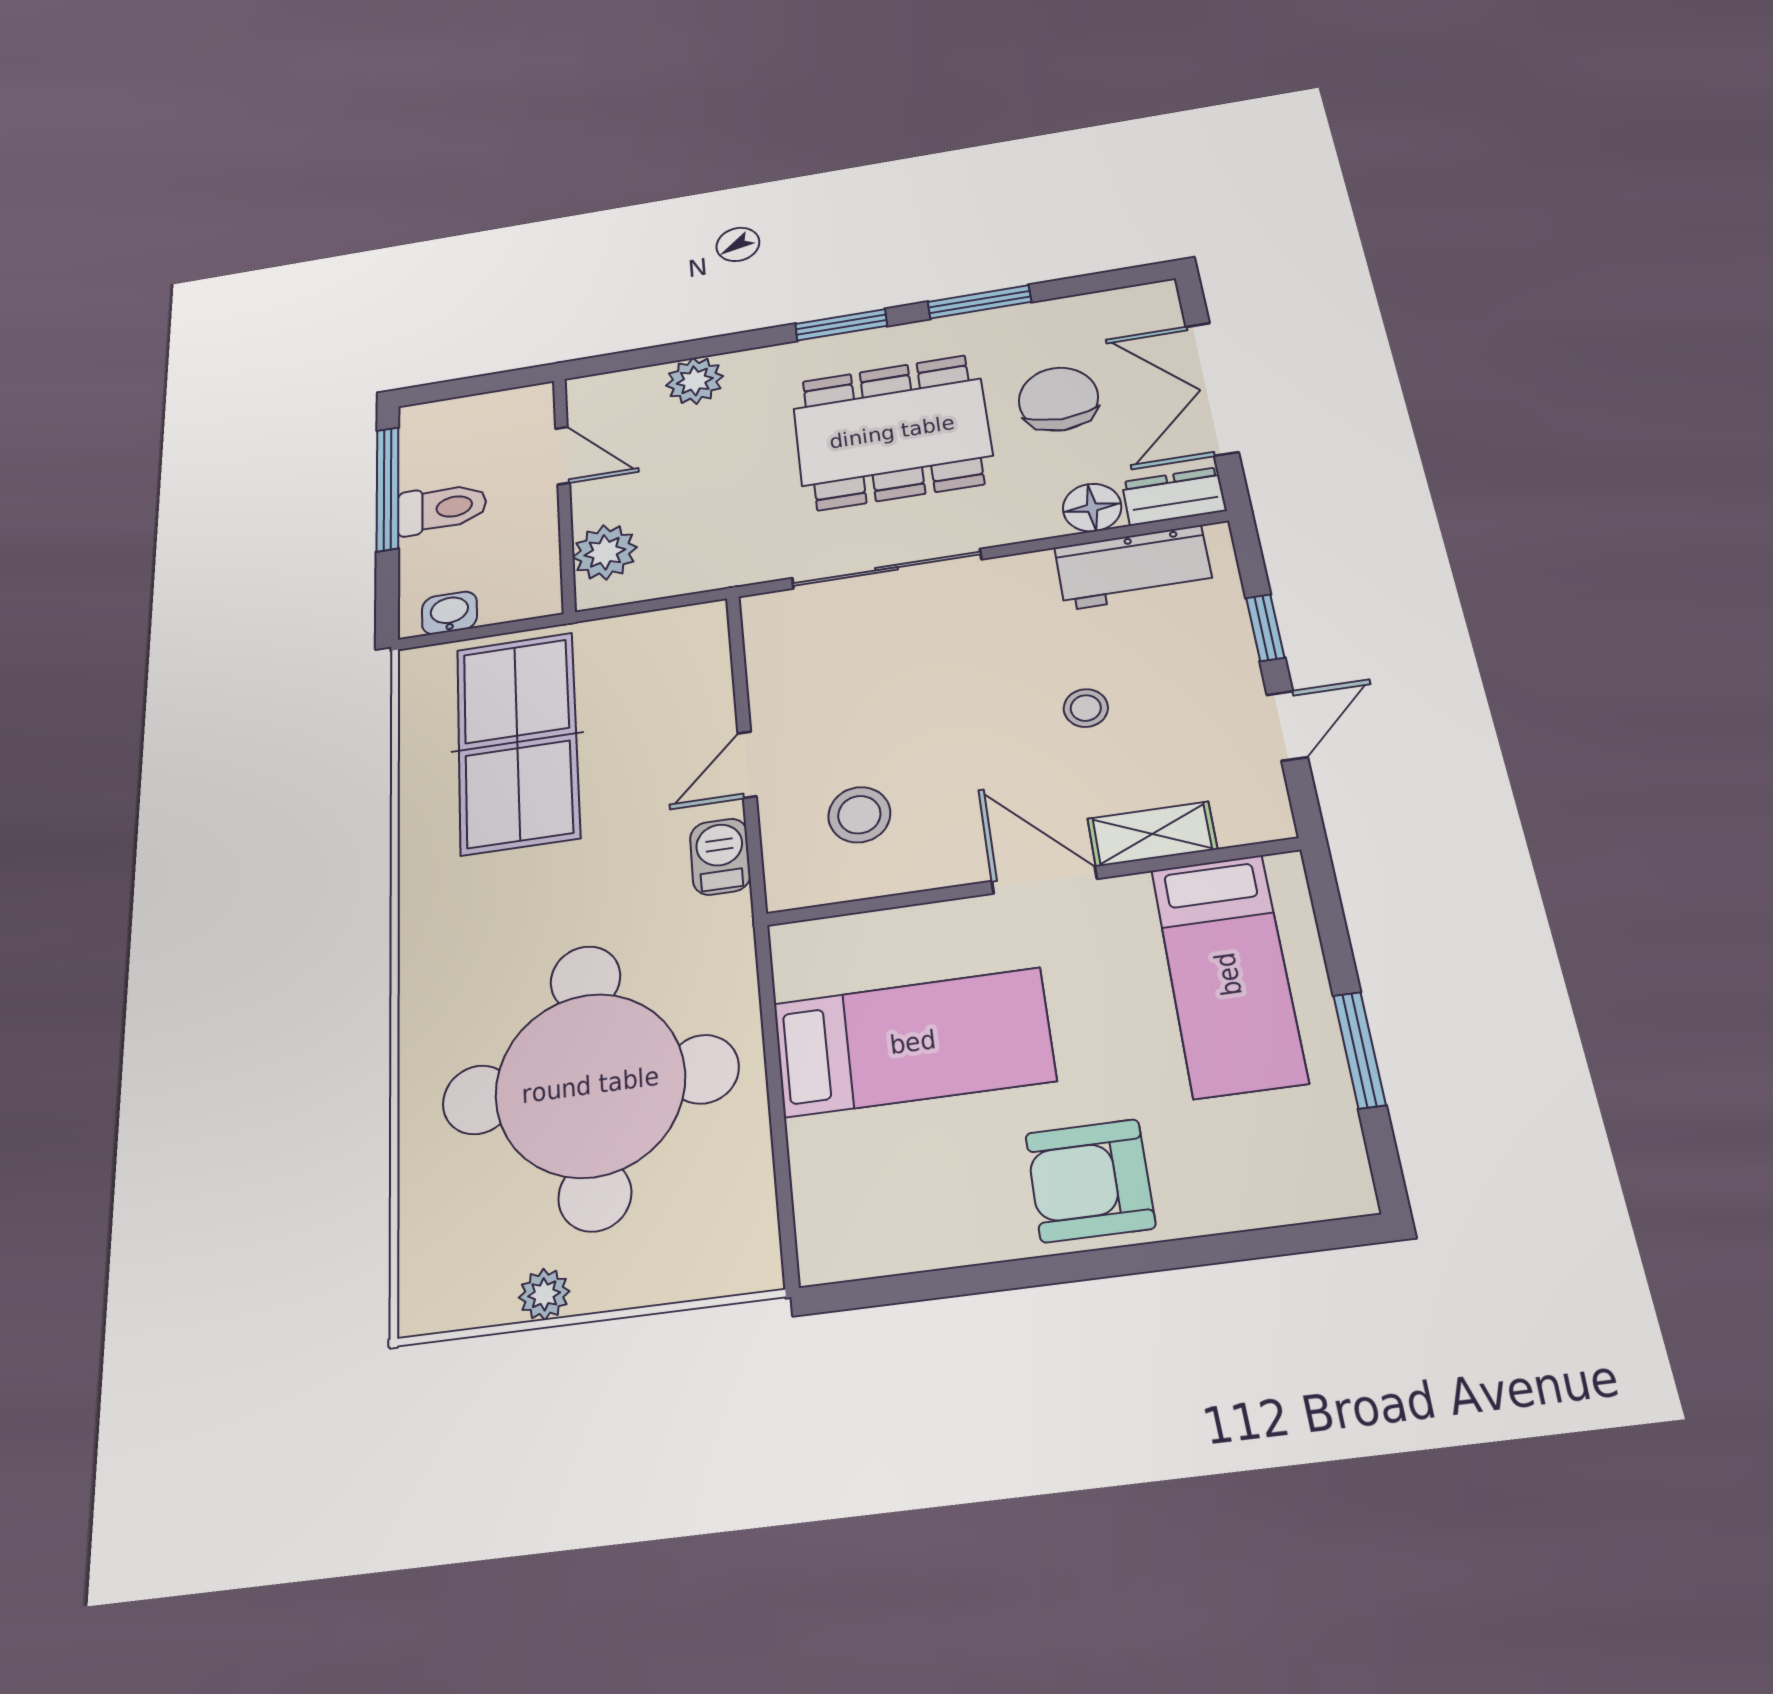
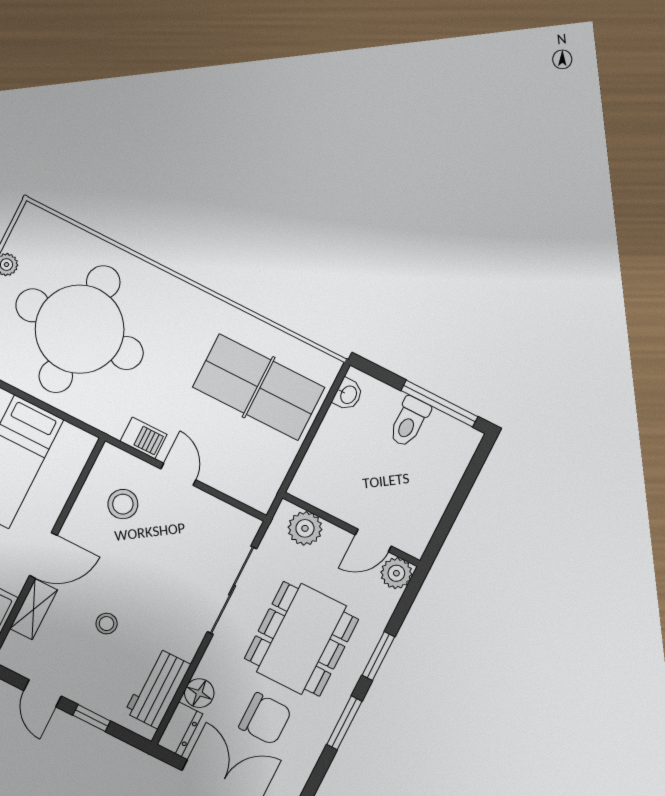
door: (563, 455) -> (373, 541), moved
wall: (564, 493) -> (351, 529), moved
plant: (605, 552) -> (305, 528), moved

